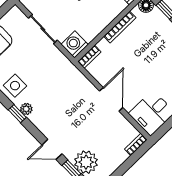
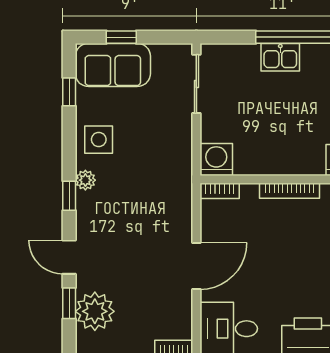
sliding door: (43, 29) -> (196, 84), moved
window: (17, 114) -> (69, 196), moved

